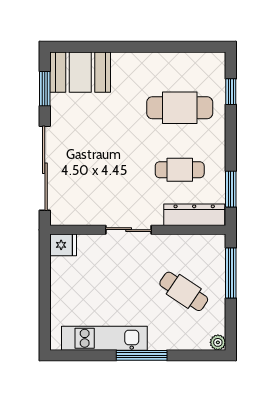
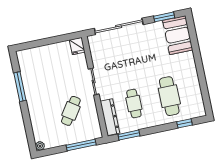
cafe table: (184, 291) -> (71, 111), moved
kitchen unit: (104, 338) -> (29, 81), removed
window: (142, 355) -> (20, 87), moved

